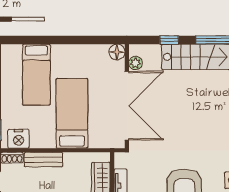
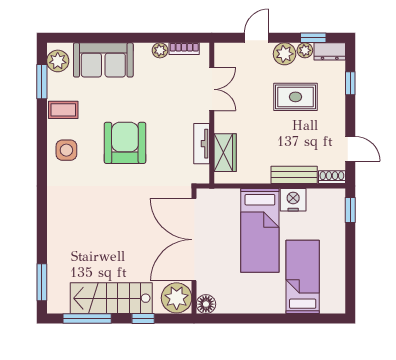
plant: (136, 63) -> (177, 298), width x1.88, depth x1.88
nightstand: (18, 139) -> (293, 200), moved

